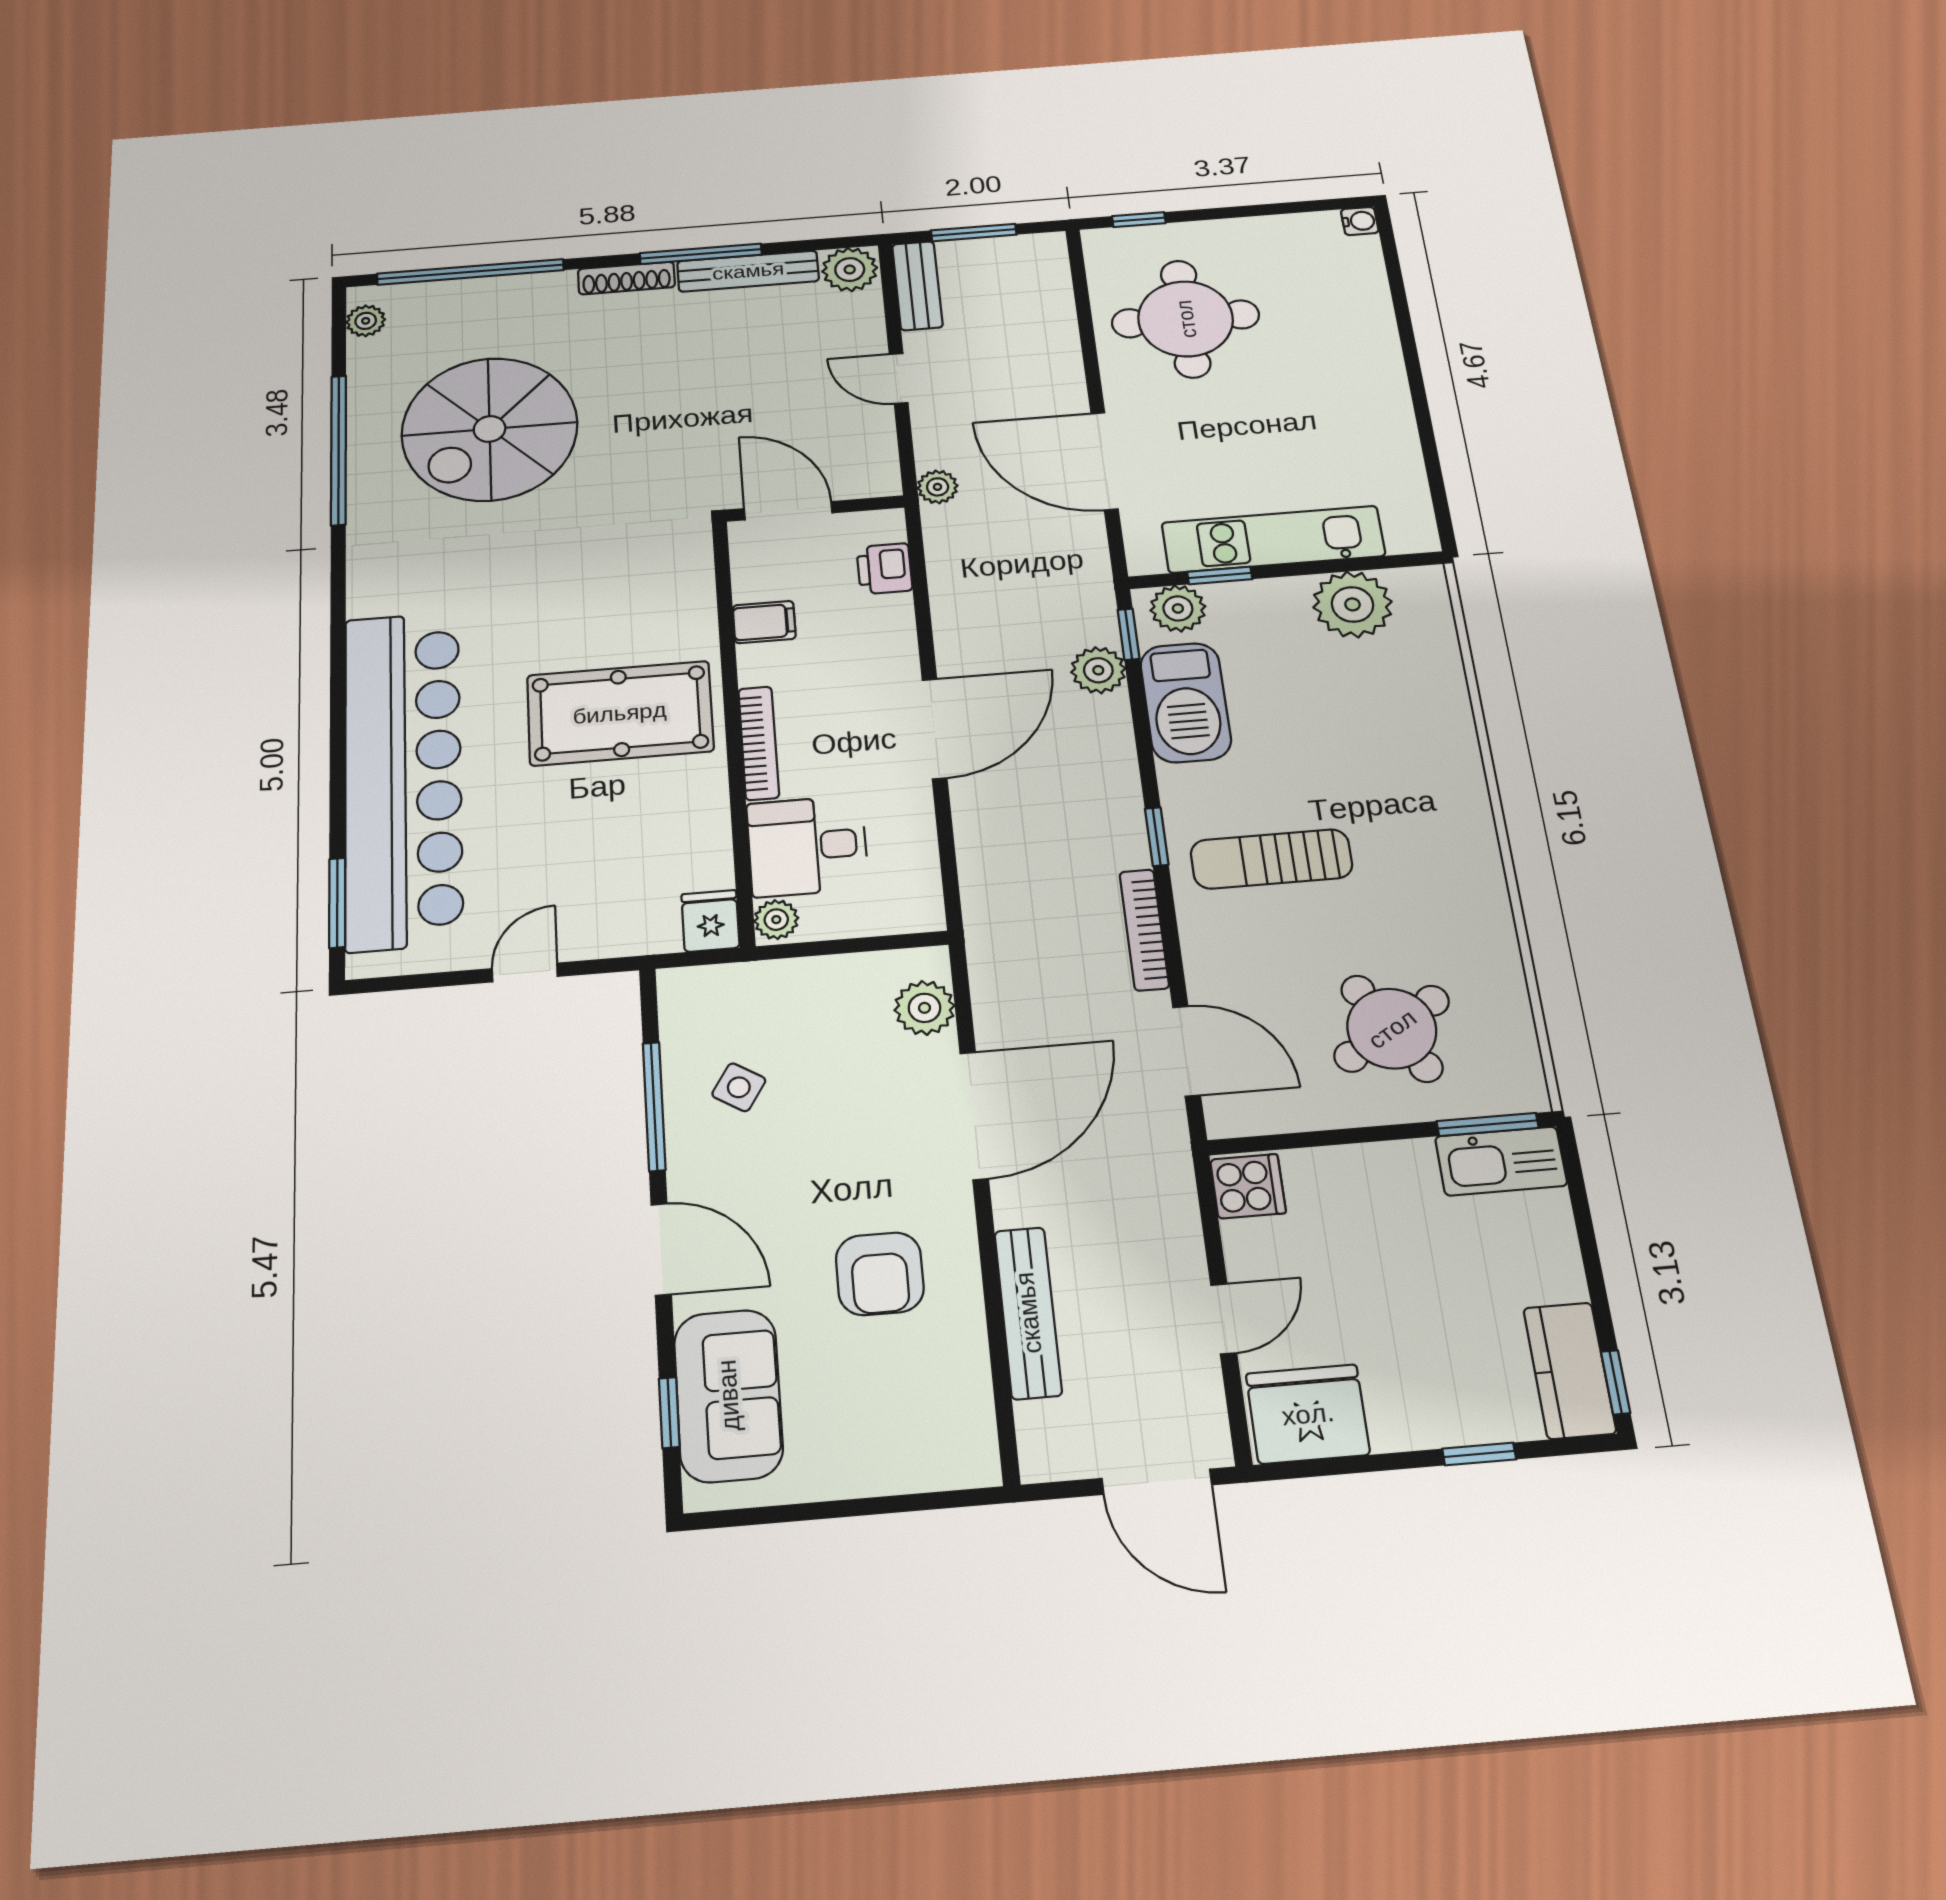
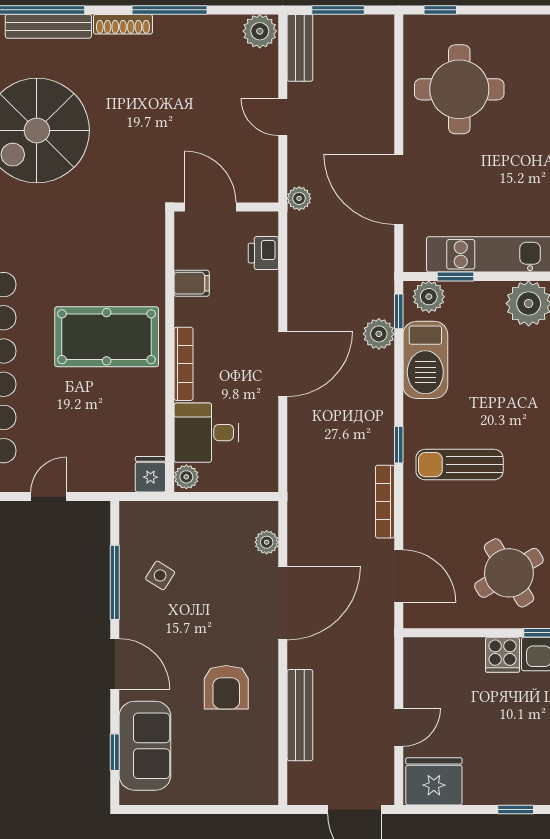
bench: (748, 271) -> (48, 26), moved
plant: (924, 1008) -> (267, 542), width x0.73, depth x0.73
cooker: (1248, 1186) -> (502, 655), moved, turned 90

